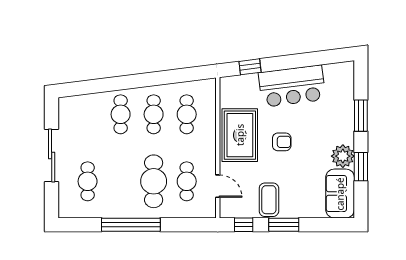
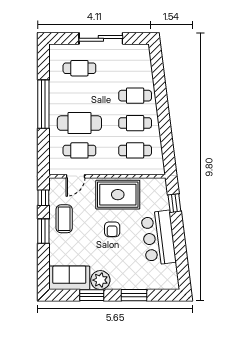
coffee table: (269, 200) -> (64, 219), turned 90

